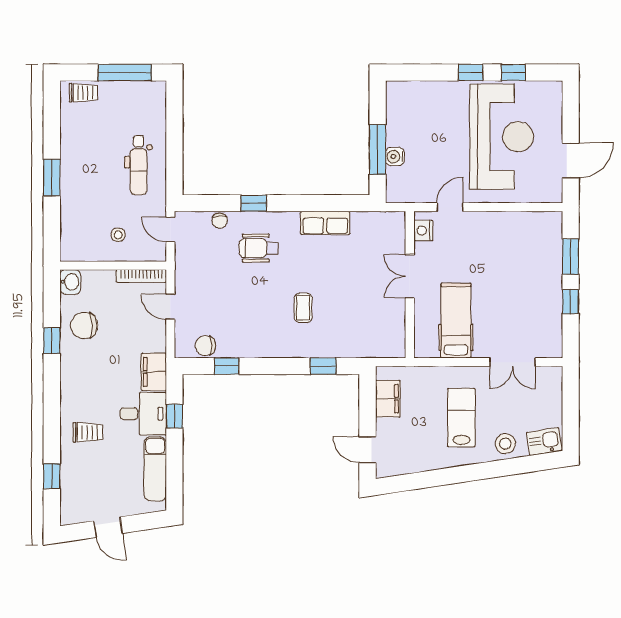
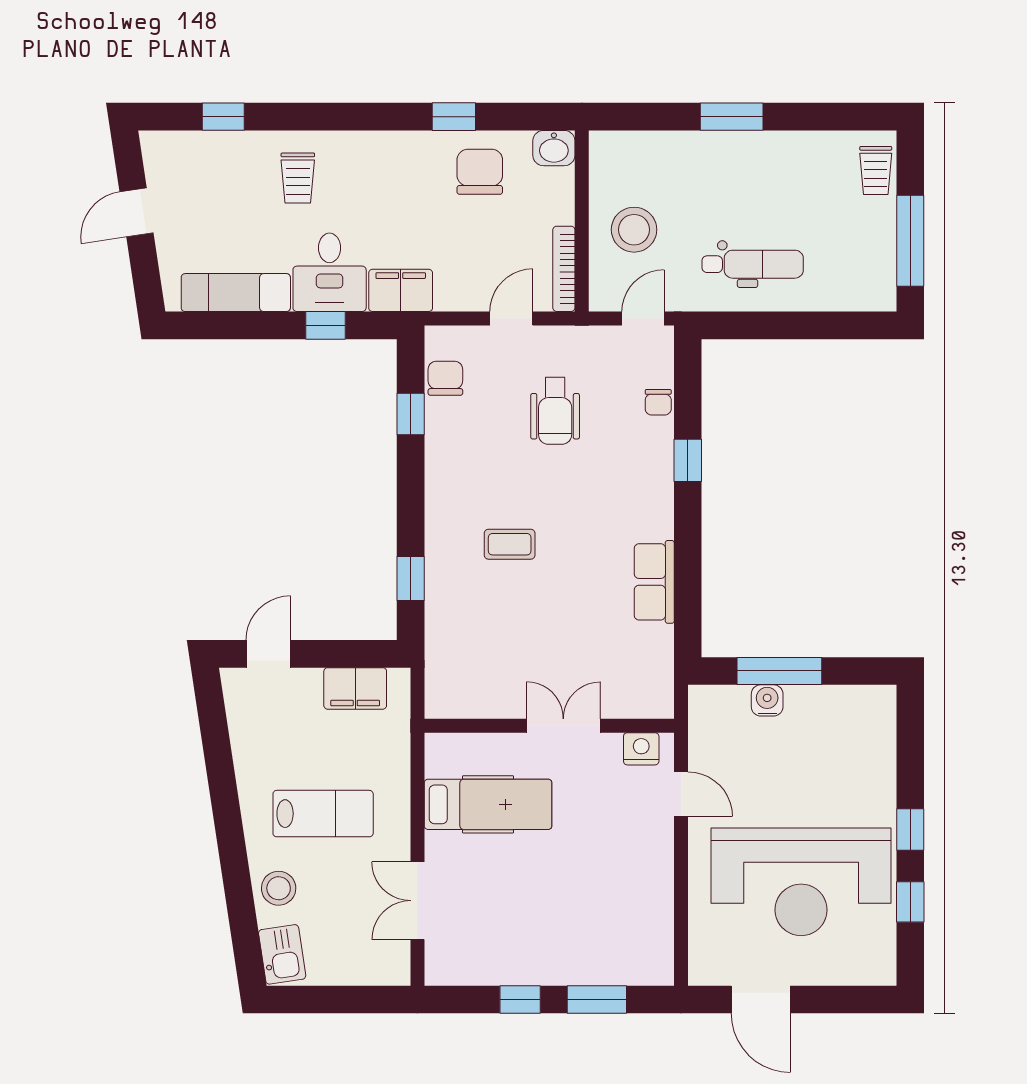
dental chair: (138, 165) -> (753, 264), turned 180
chair: (220, 221) -> (658, 402), turned -90
stool: (118, 235) -> (634, 230), width x1.89, depth x1.89
wheelchair: (259, 248) -> (555, 411), moved, turned 180

